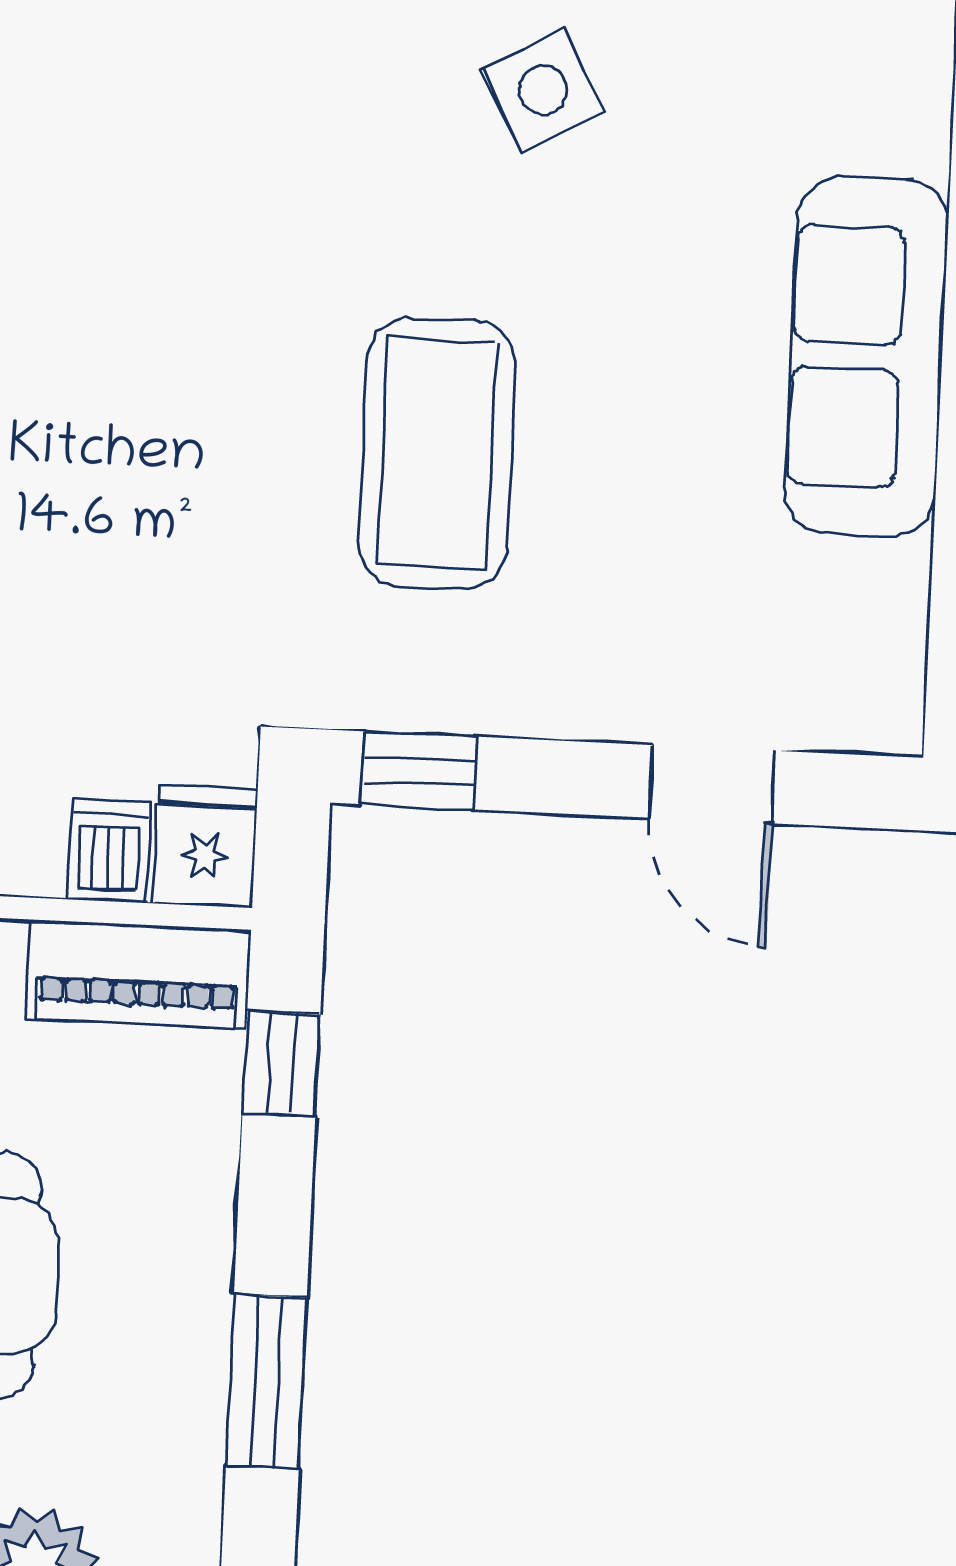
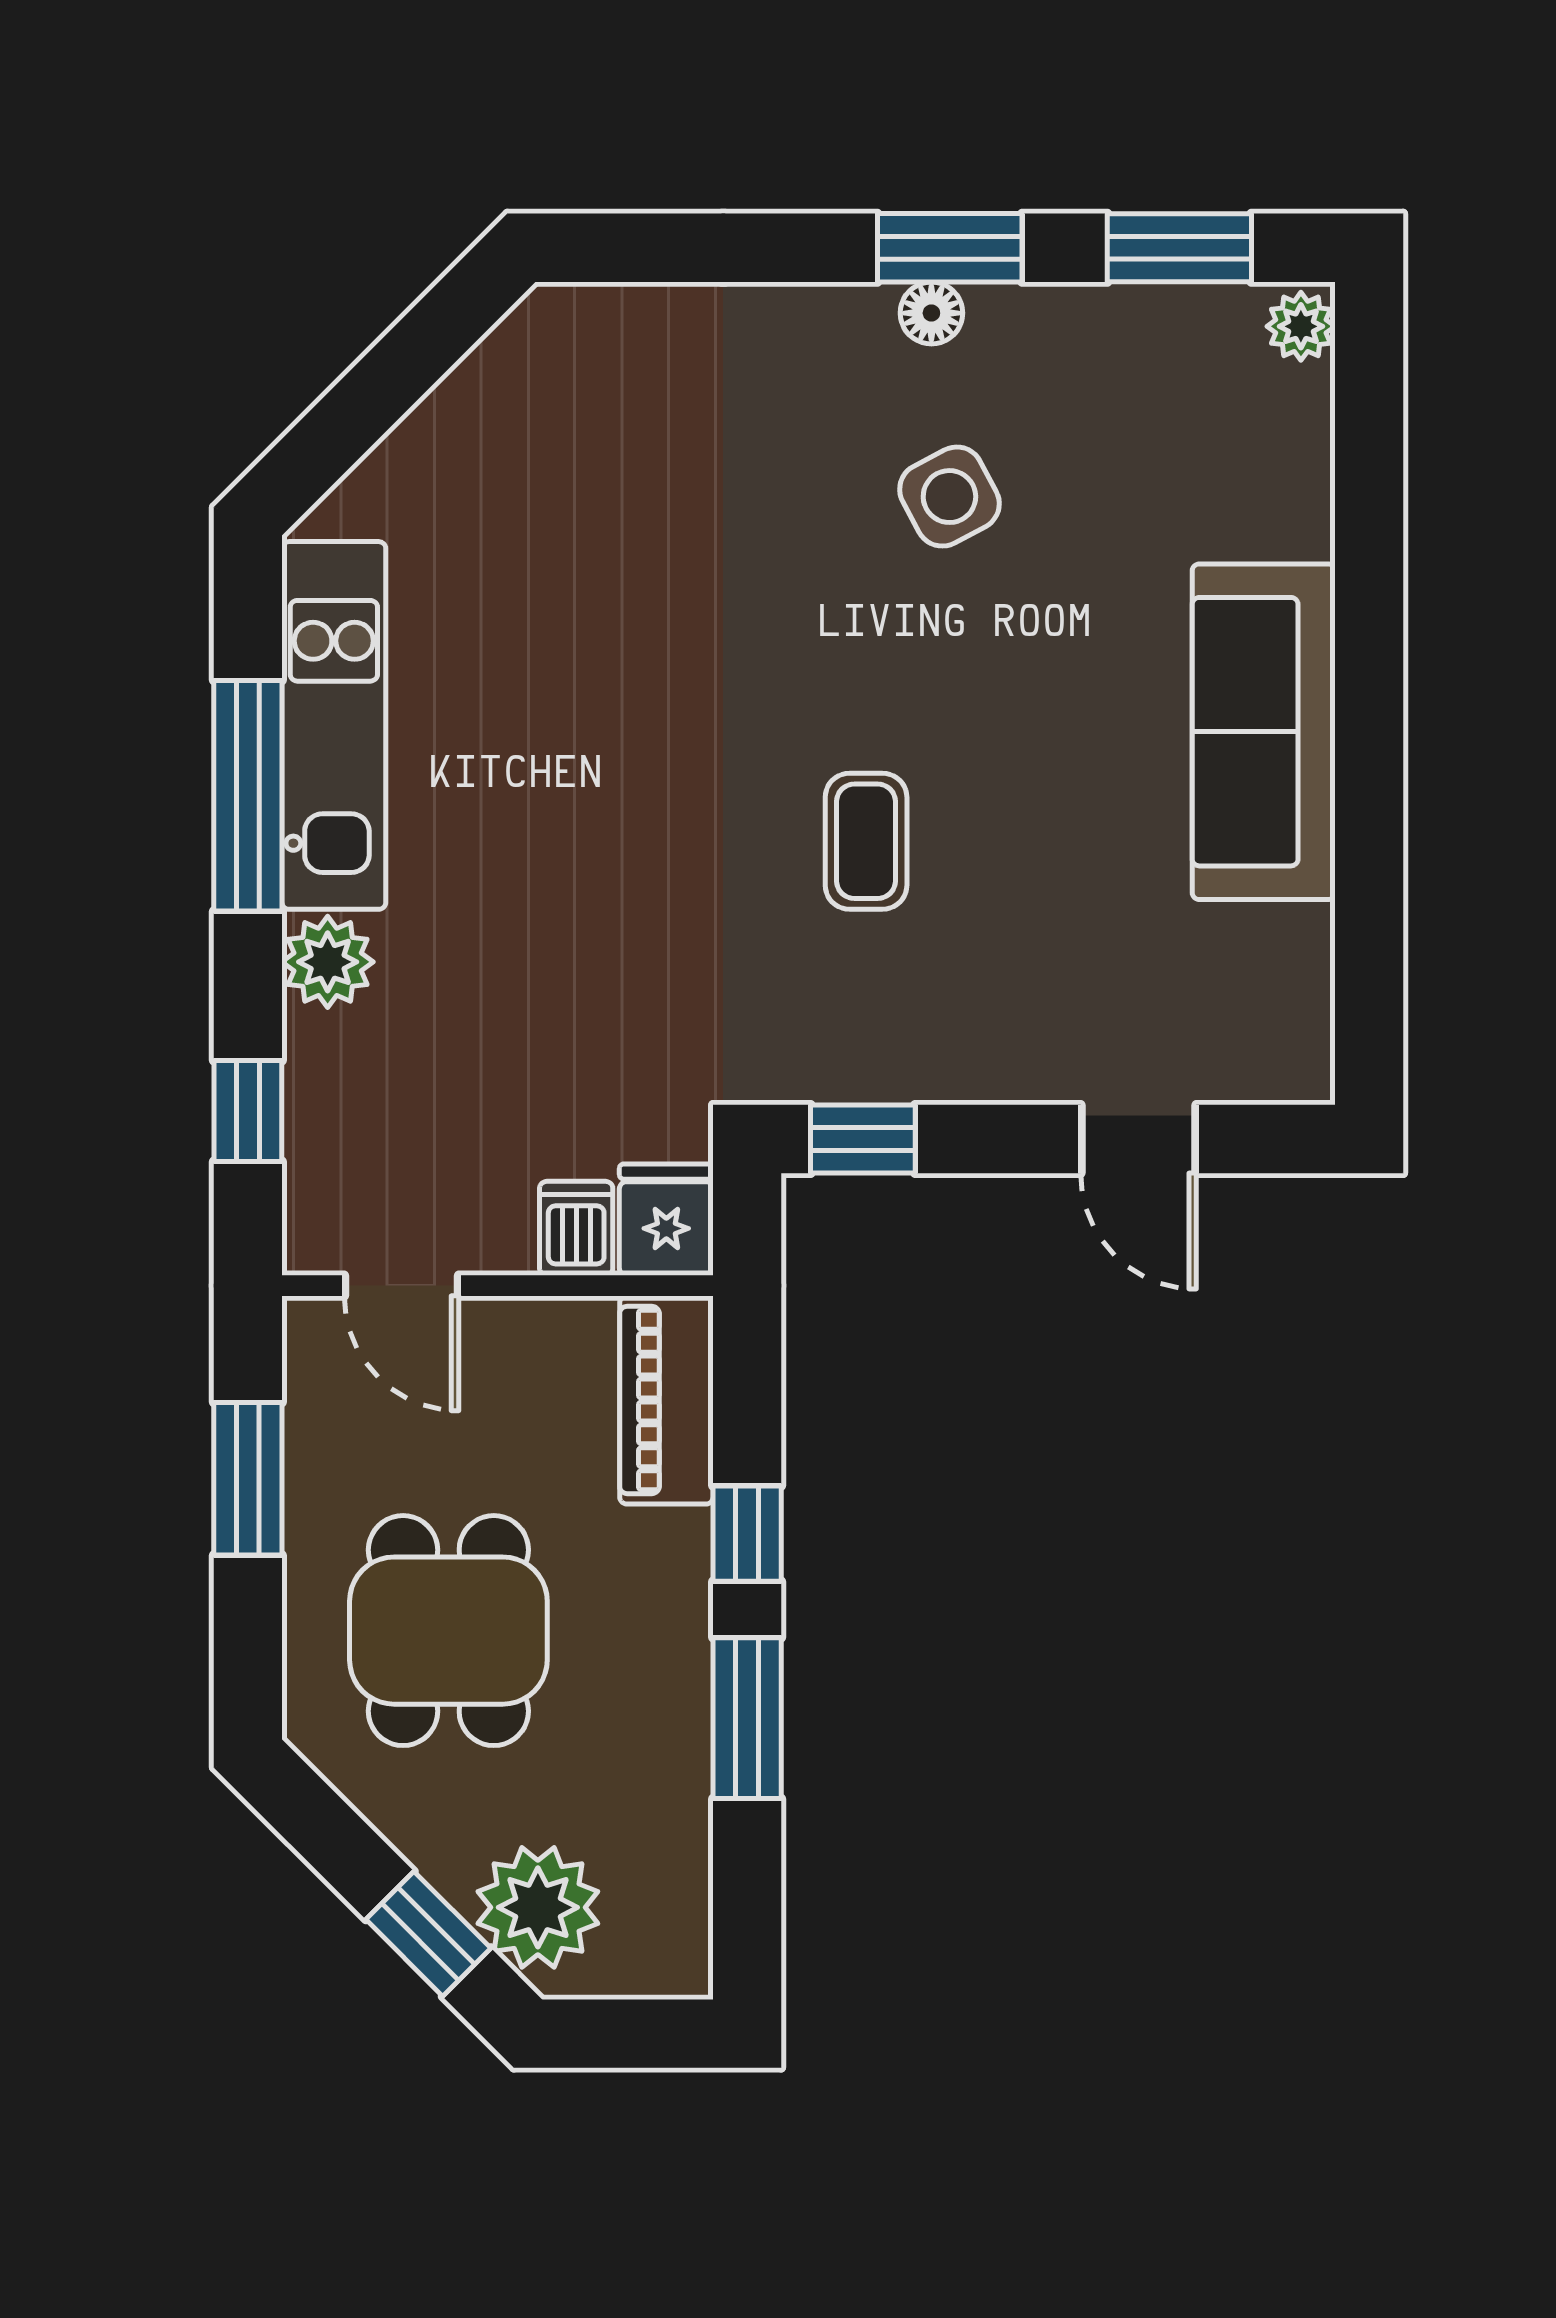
coffee table: (437, 453) -> (866, 841), width x0.54, depth x0.58
piano: (138, 974) -> (666, 1400), moved, turned 90
window: (281, 1064) -> (747, 1534), moved

